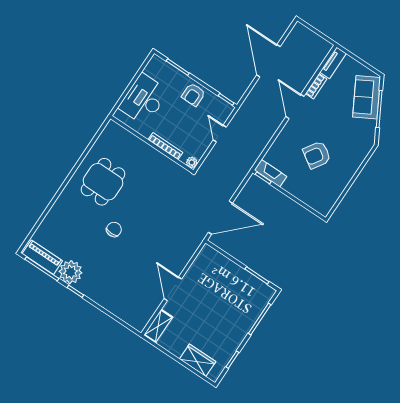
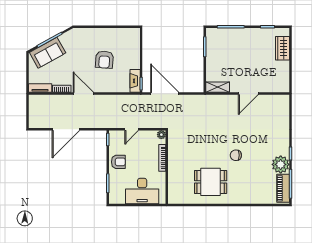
door: (295, 107) -> (83, 94), swing flipped
armchair: (317, 155) -> (104, 60), turned 61
door: (220, 218) -> (165, 94), moved
shelving: (158, 326) -> (218, 87), moved

